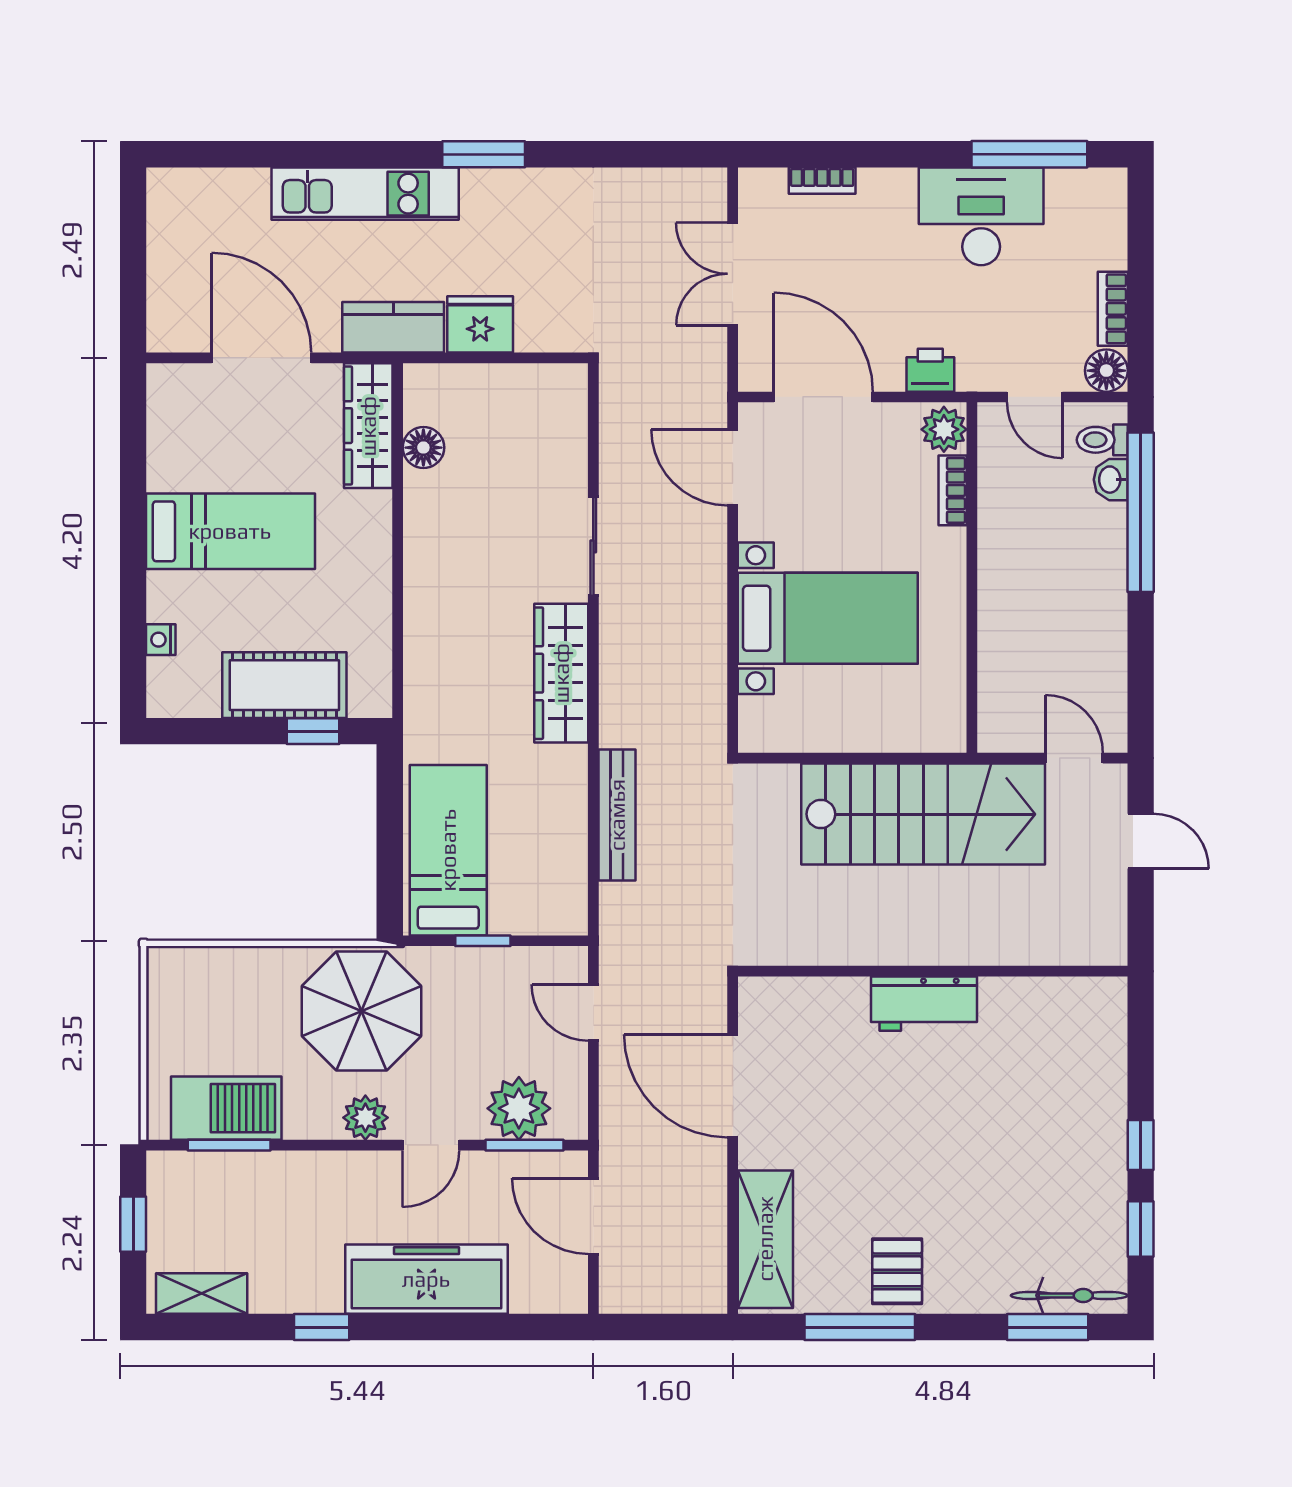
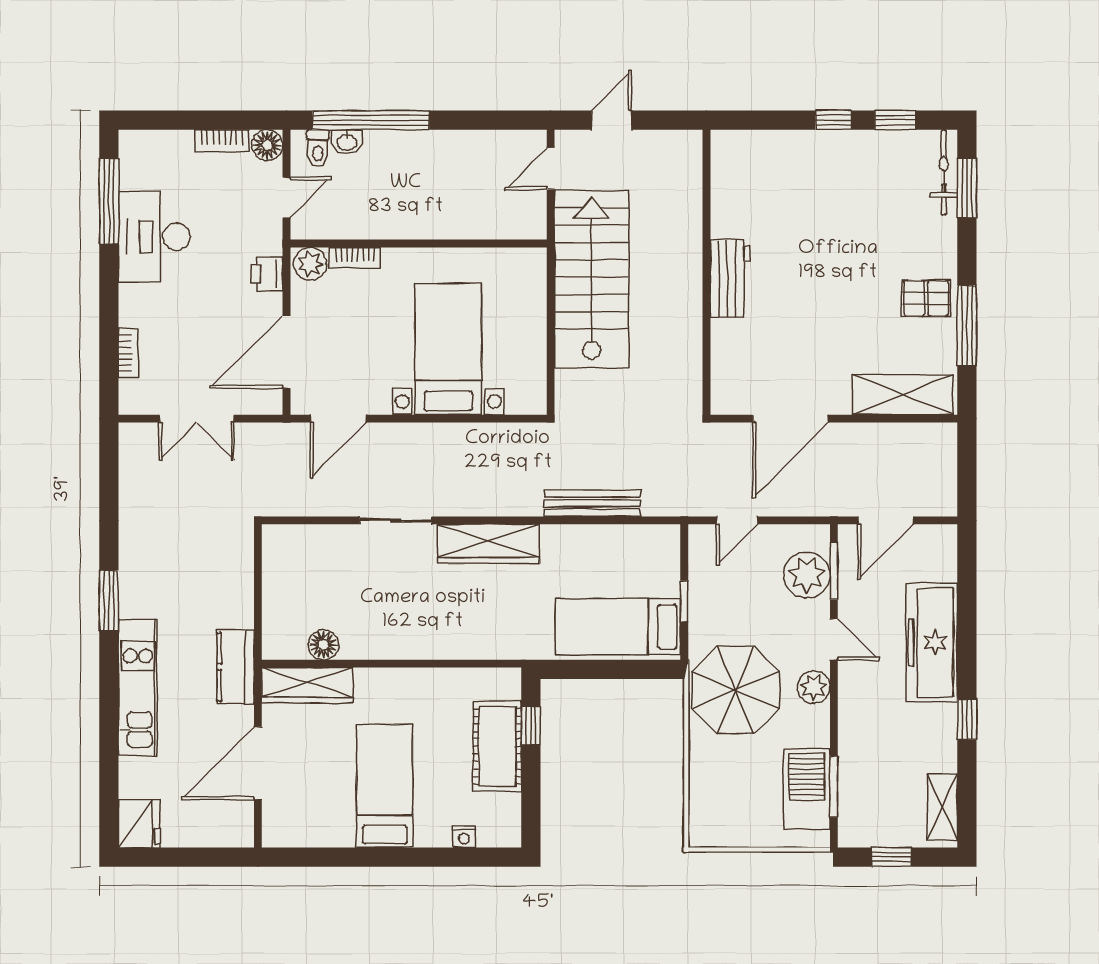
fridge: (480, 324) -> (139, 824), moved, turned 180

